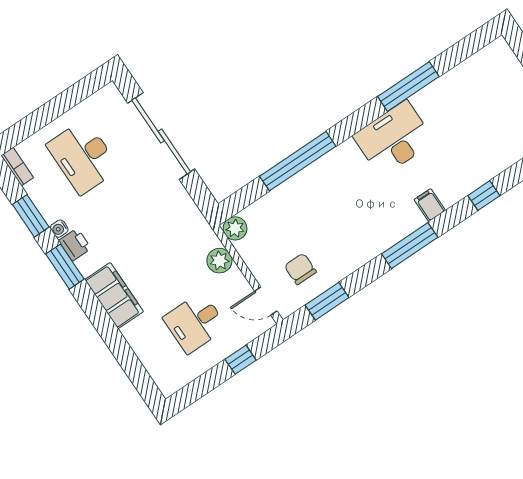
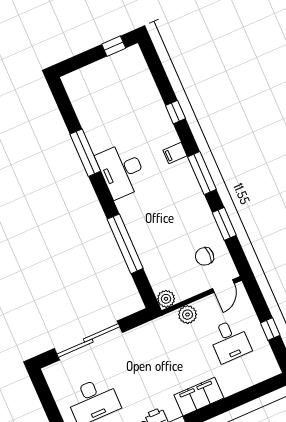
window: (327, 301) -> (224, 224), moved
window: (241, 360) -> (270, 329), moved

